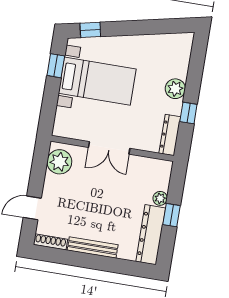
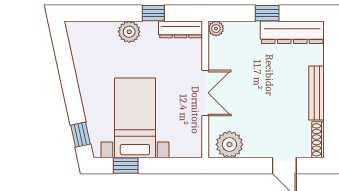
plant: (160, 198) -> (216, 29), moved

